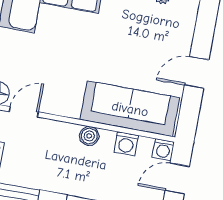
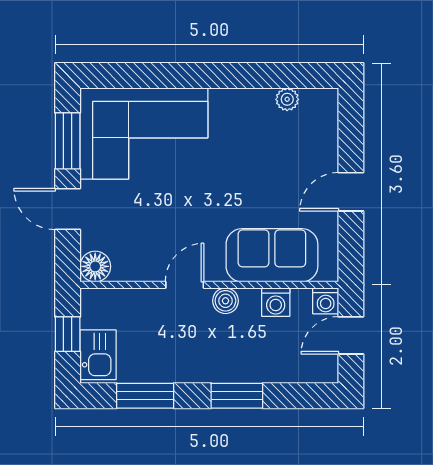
sofa: (130, 109) -> (272, 255), width x0.73
door: (24, 112) -> (185, 285), moved

